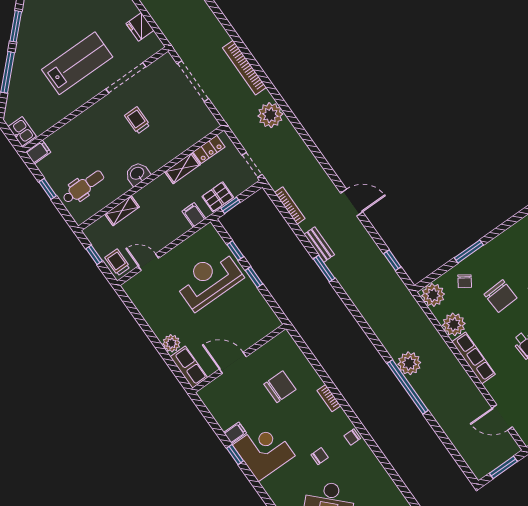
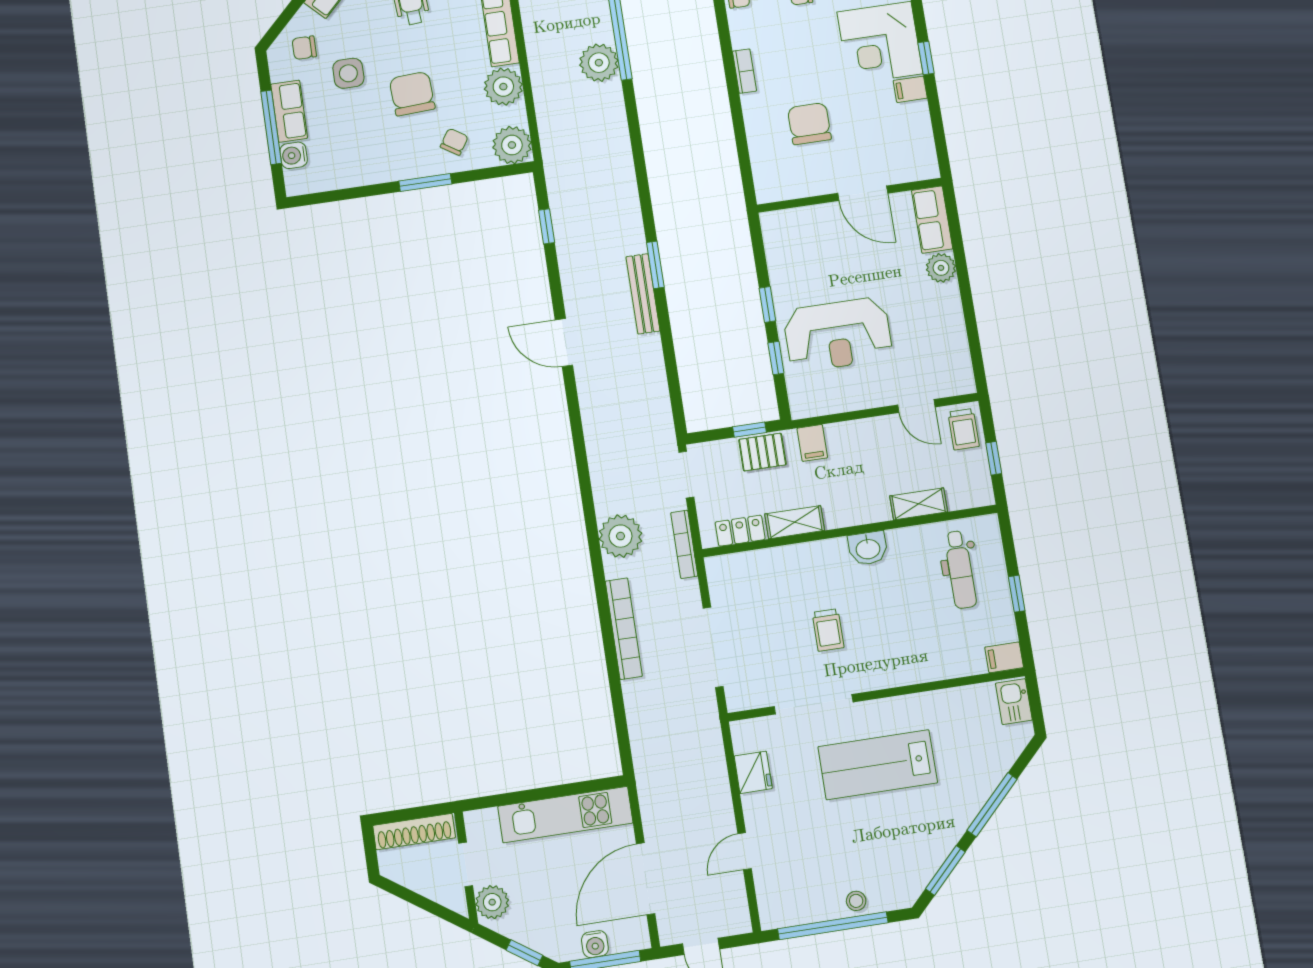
dental chair: (83, 187) -> (960, 570), turned -90
bookcase: (290, 206) -> (684, 544), moved
bench: (319, 245) -> (643, 294), width x1.36
chair: (280, 387) -> (809, 124), turned 90

